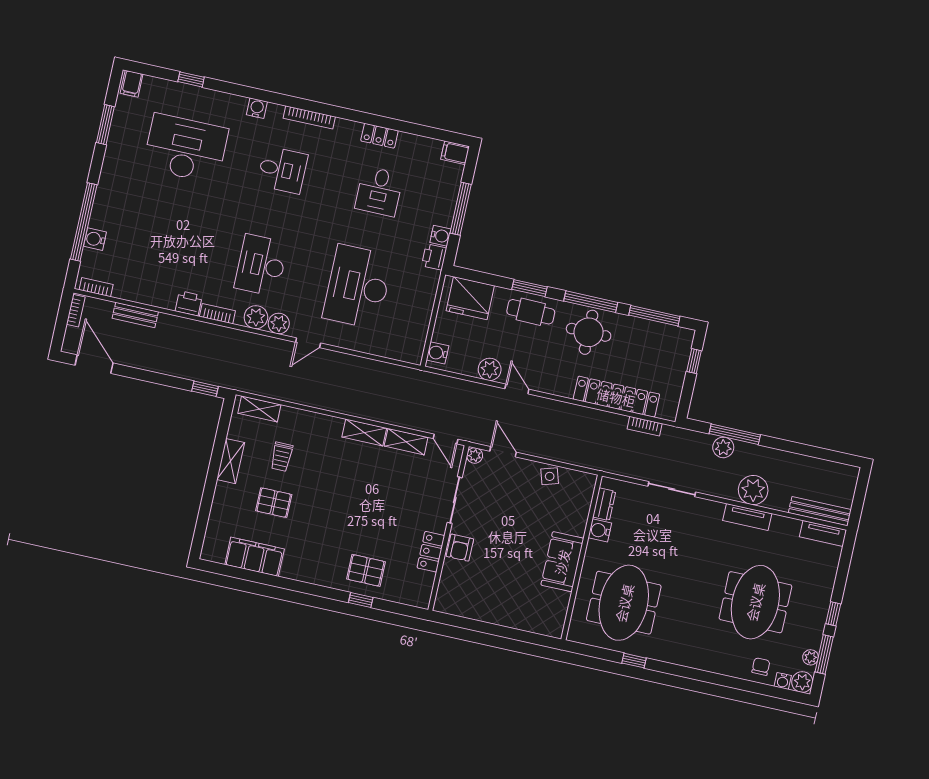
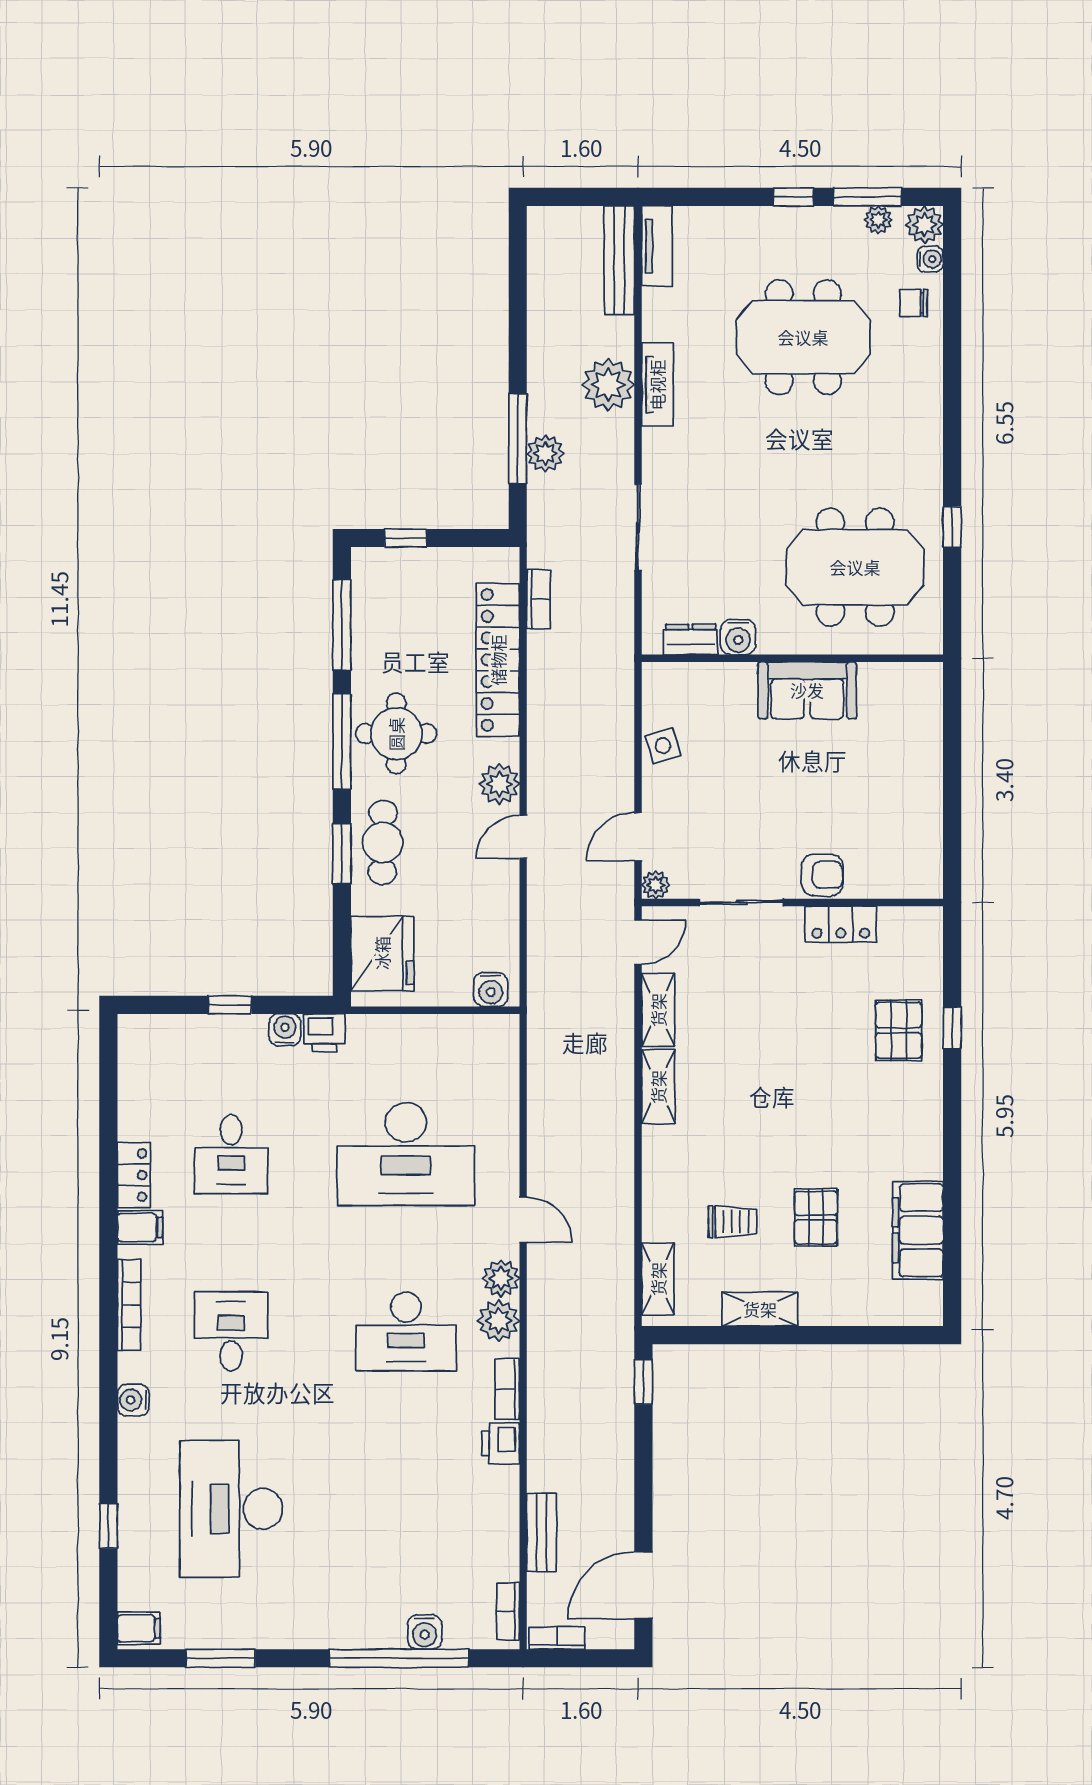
filing cabinet: (455, 153) -> (140, 1227), moved, turned -90
desk: (379, 191) -> (231, 1154), turned 90
window: (461, 209) -> (230, 1005), width x0.46
plant: (490, 369) -> (499, 784), moved

